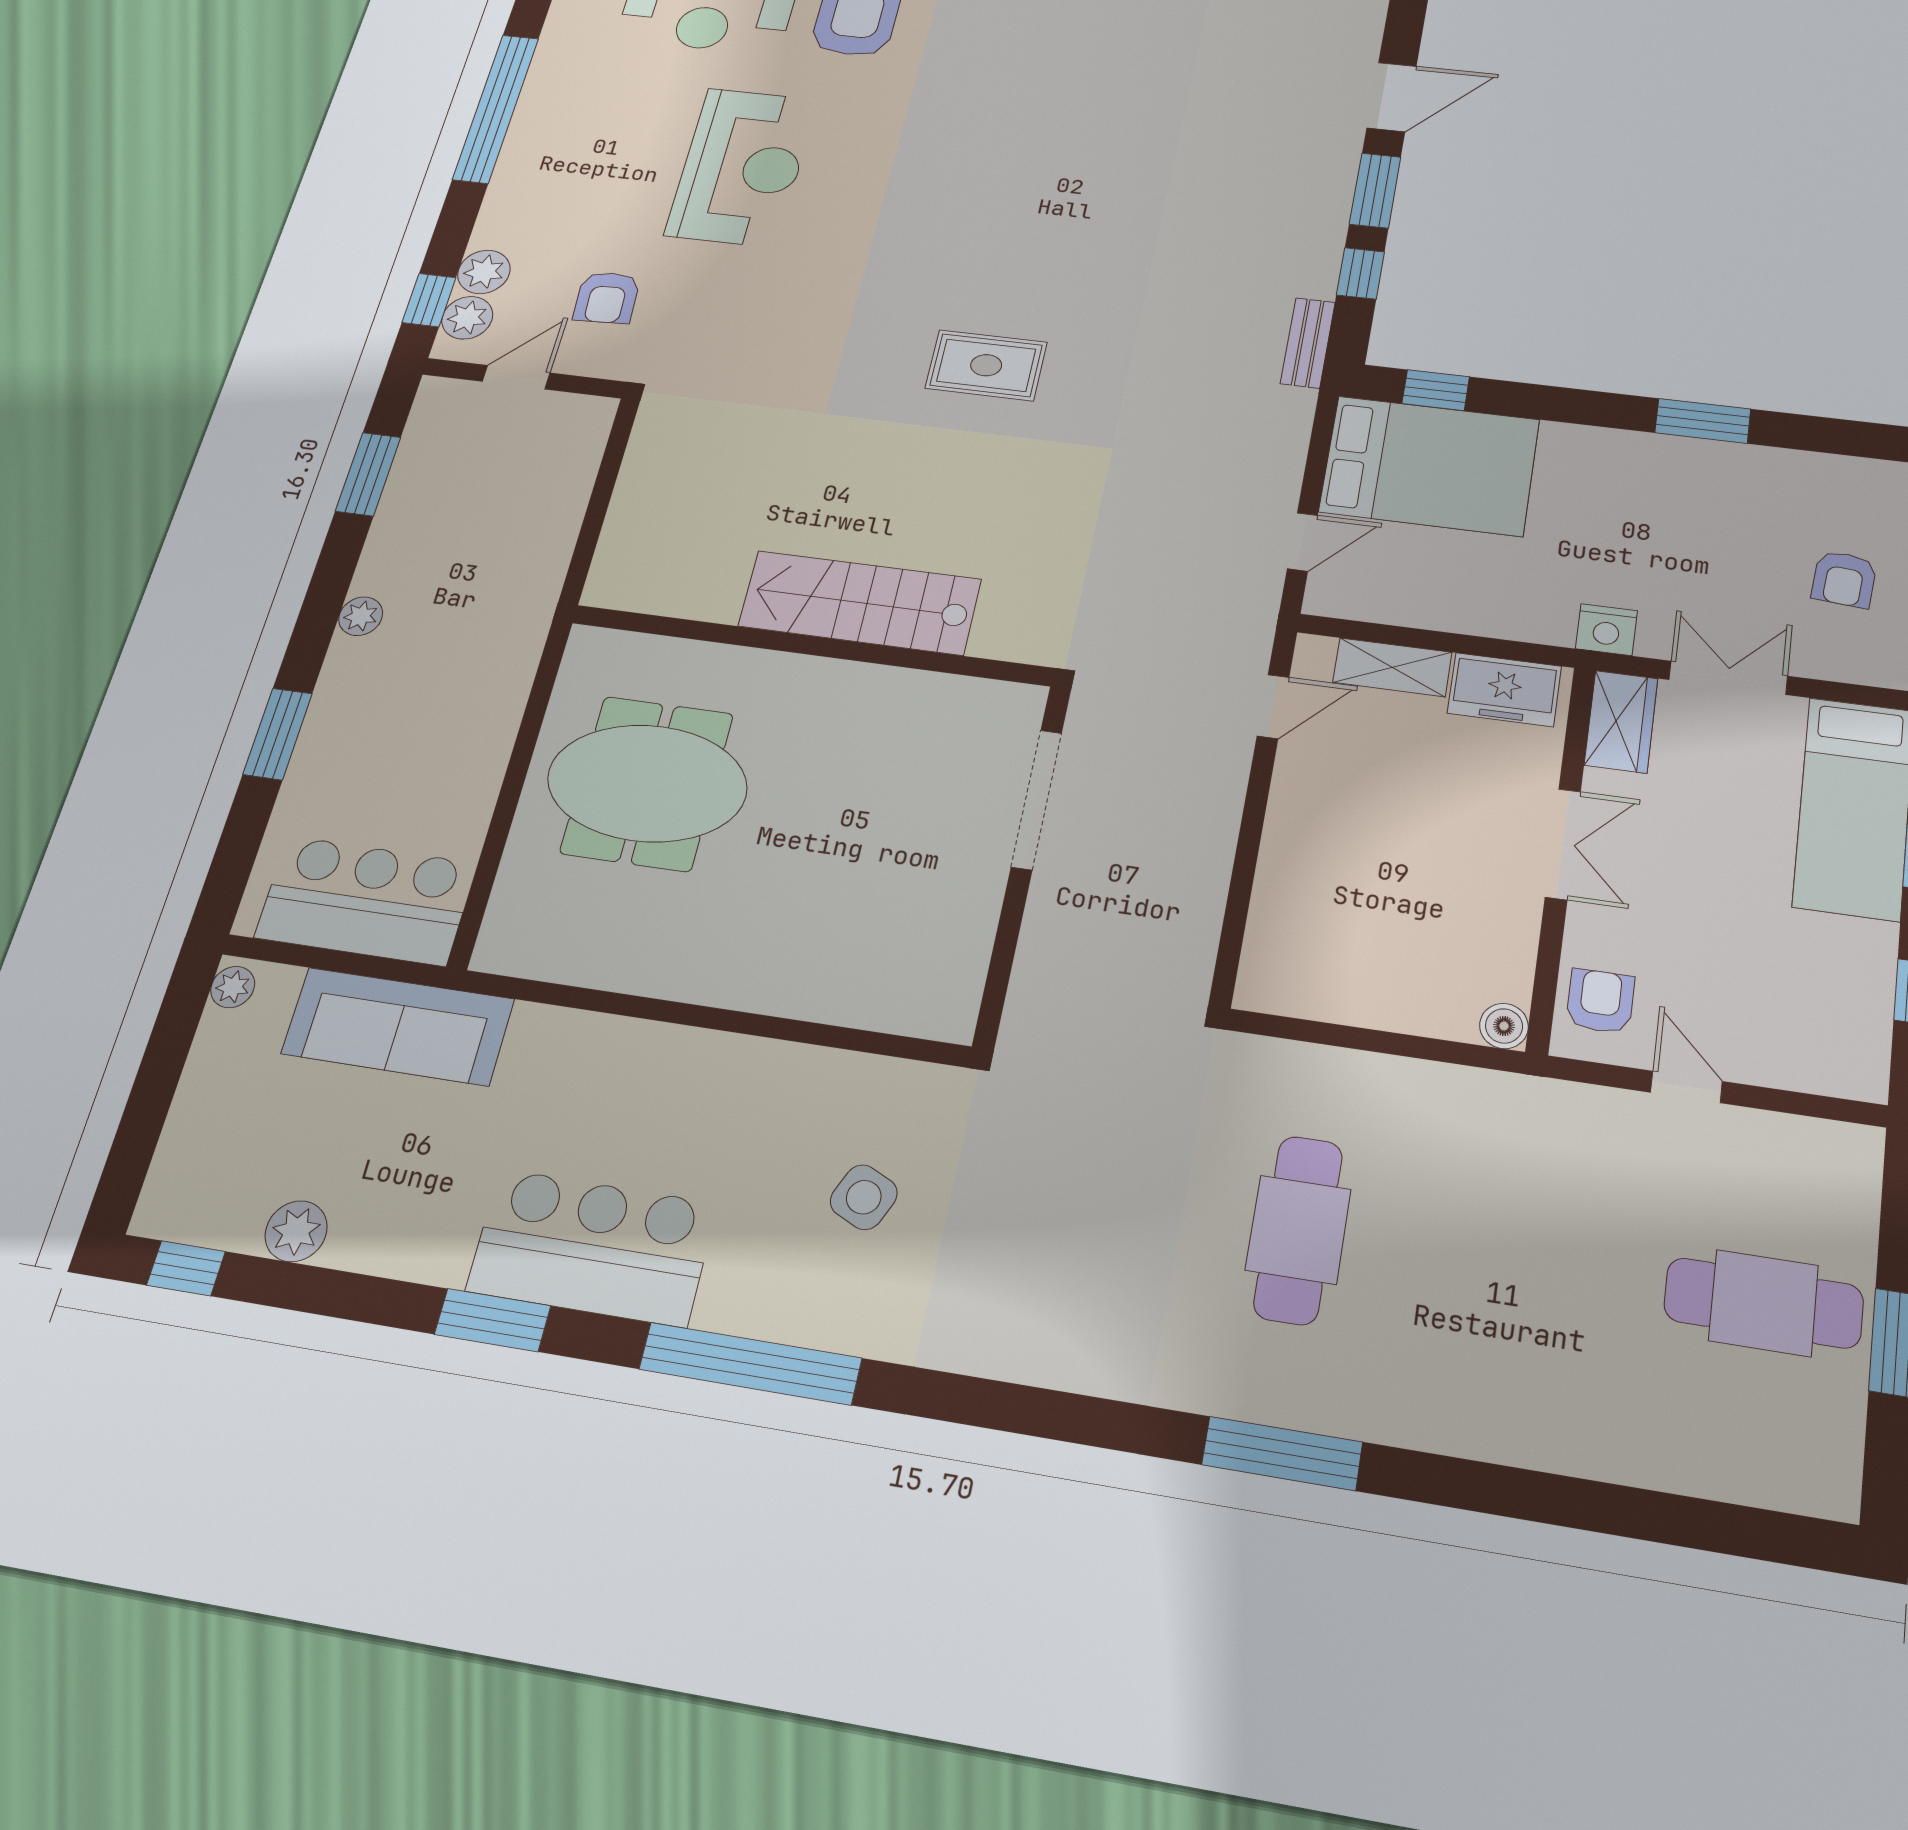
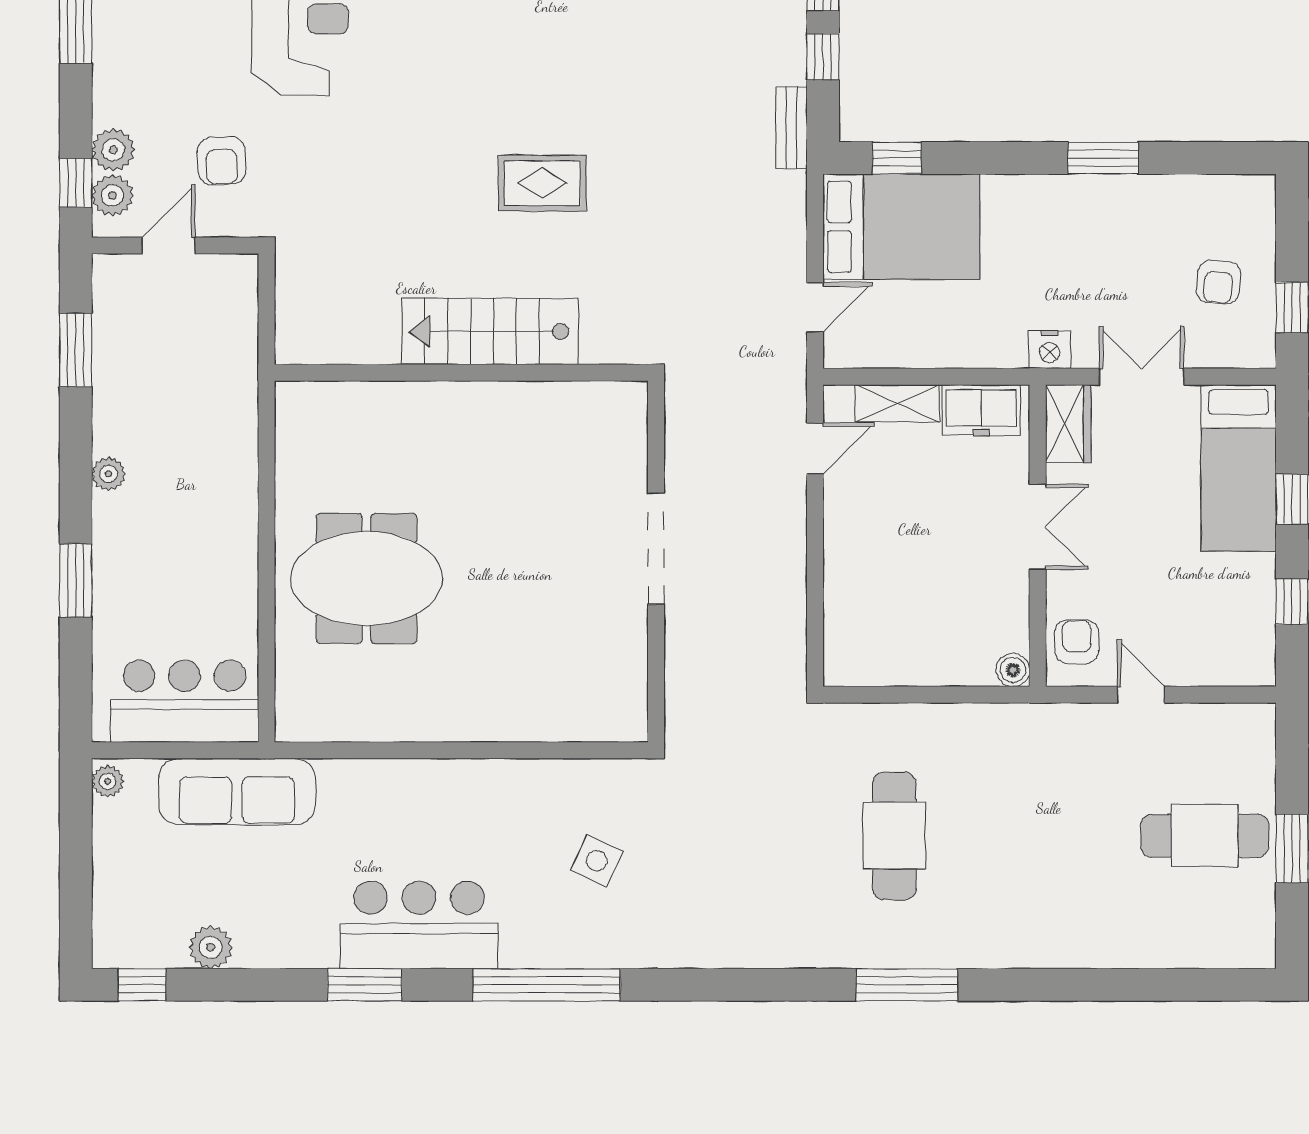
stairs: (860, 603) -> (490, 331), moved
wall: (811, 645) -> (461, 373), moved

